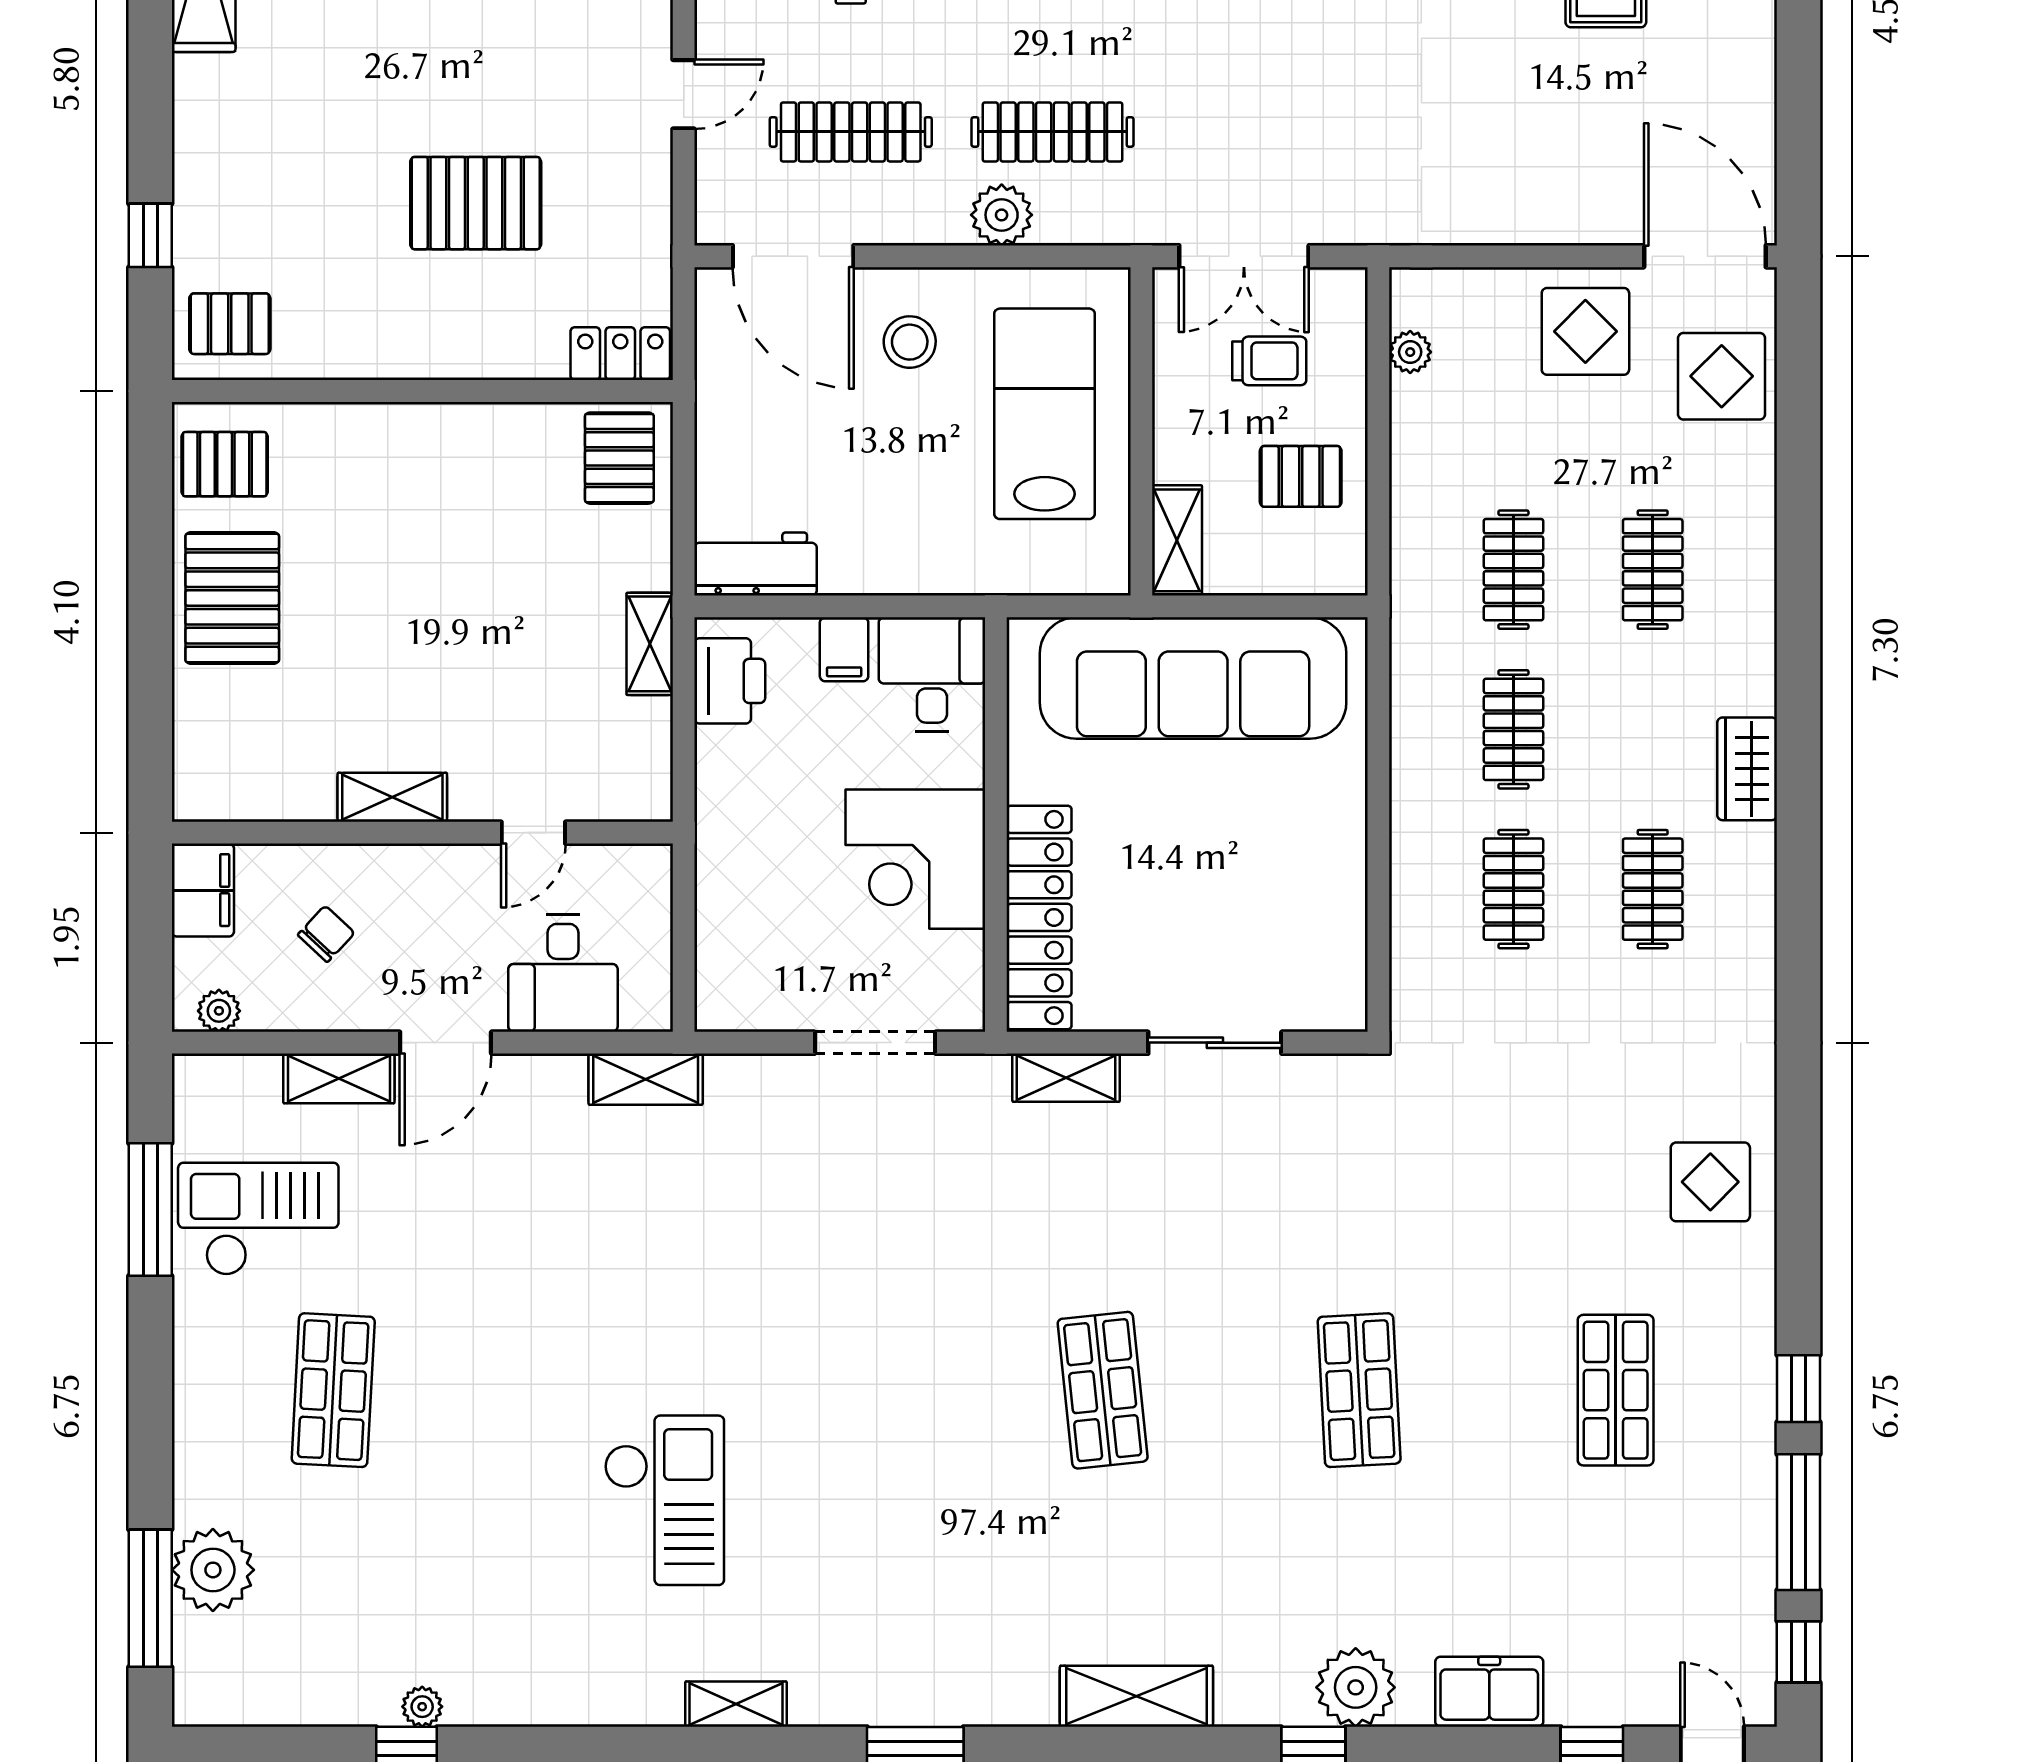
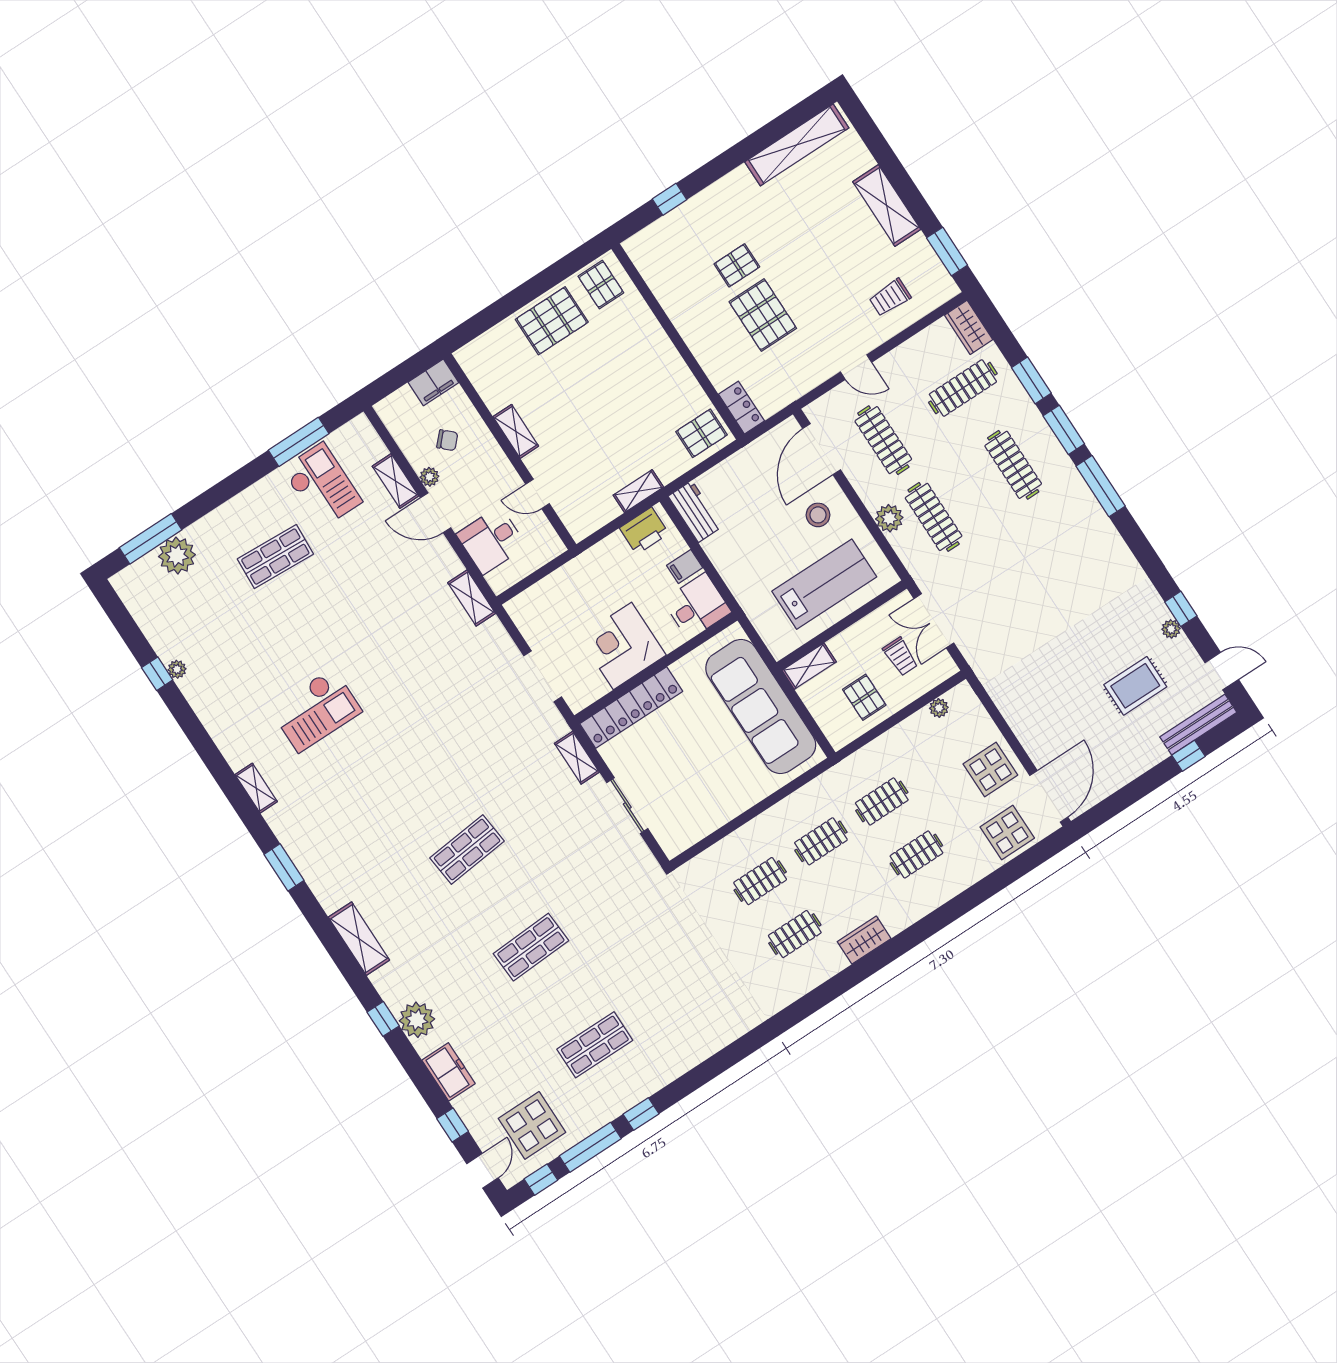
pallet: (230, 324) -> (737, 265), moved, turned 90
plant: (219, 1011) -> (429, 477), moved
display table: (1710, 1182) -> (532, 1125), moved, width x1.36, depth x1.36

